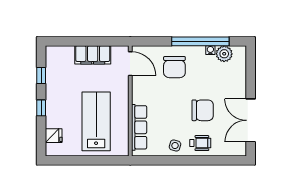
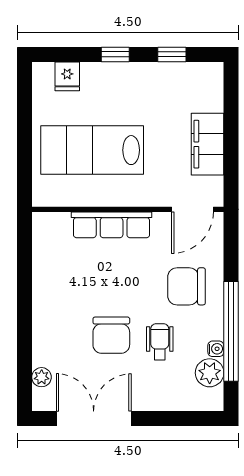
lab bench: (96, 121) -> (92, 150), turned 180
row of seats: (139, 127) -> (112, 225), moved
wheelchair: (200, 143) -> (160, 342), moved, turned 180
side table: (175, 146) -> (50, 287), removed
plant: (227, 150) -> (42, 377), added

